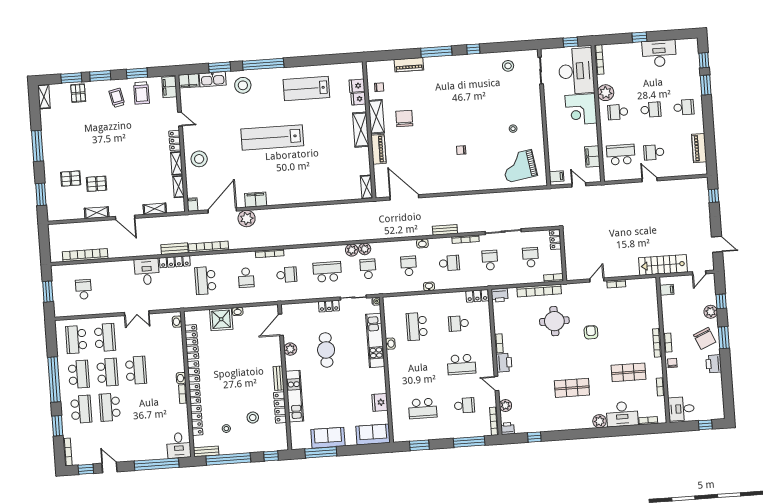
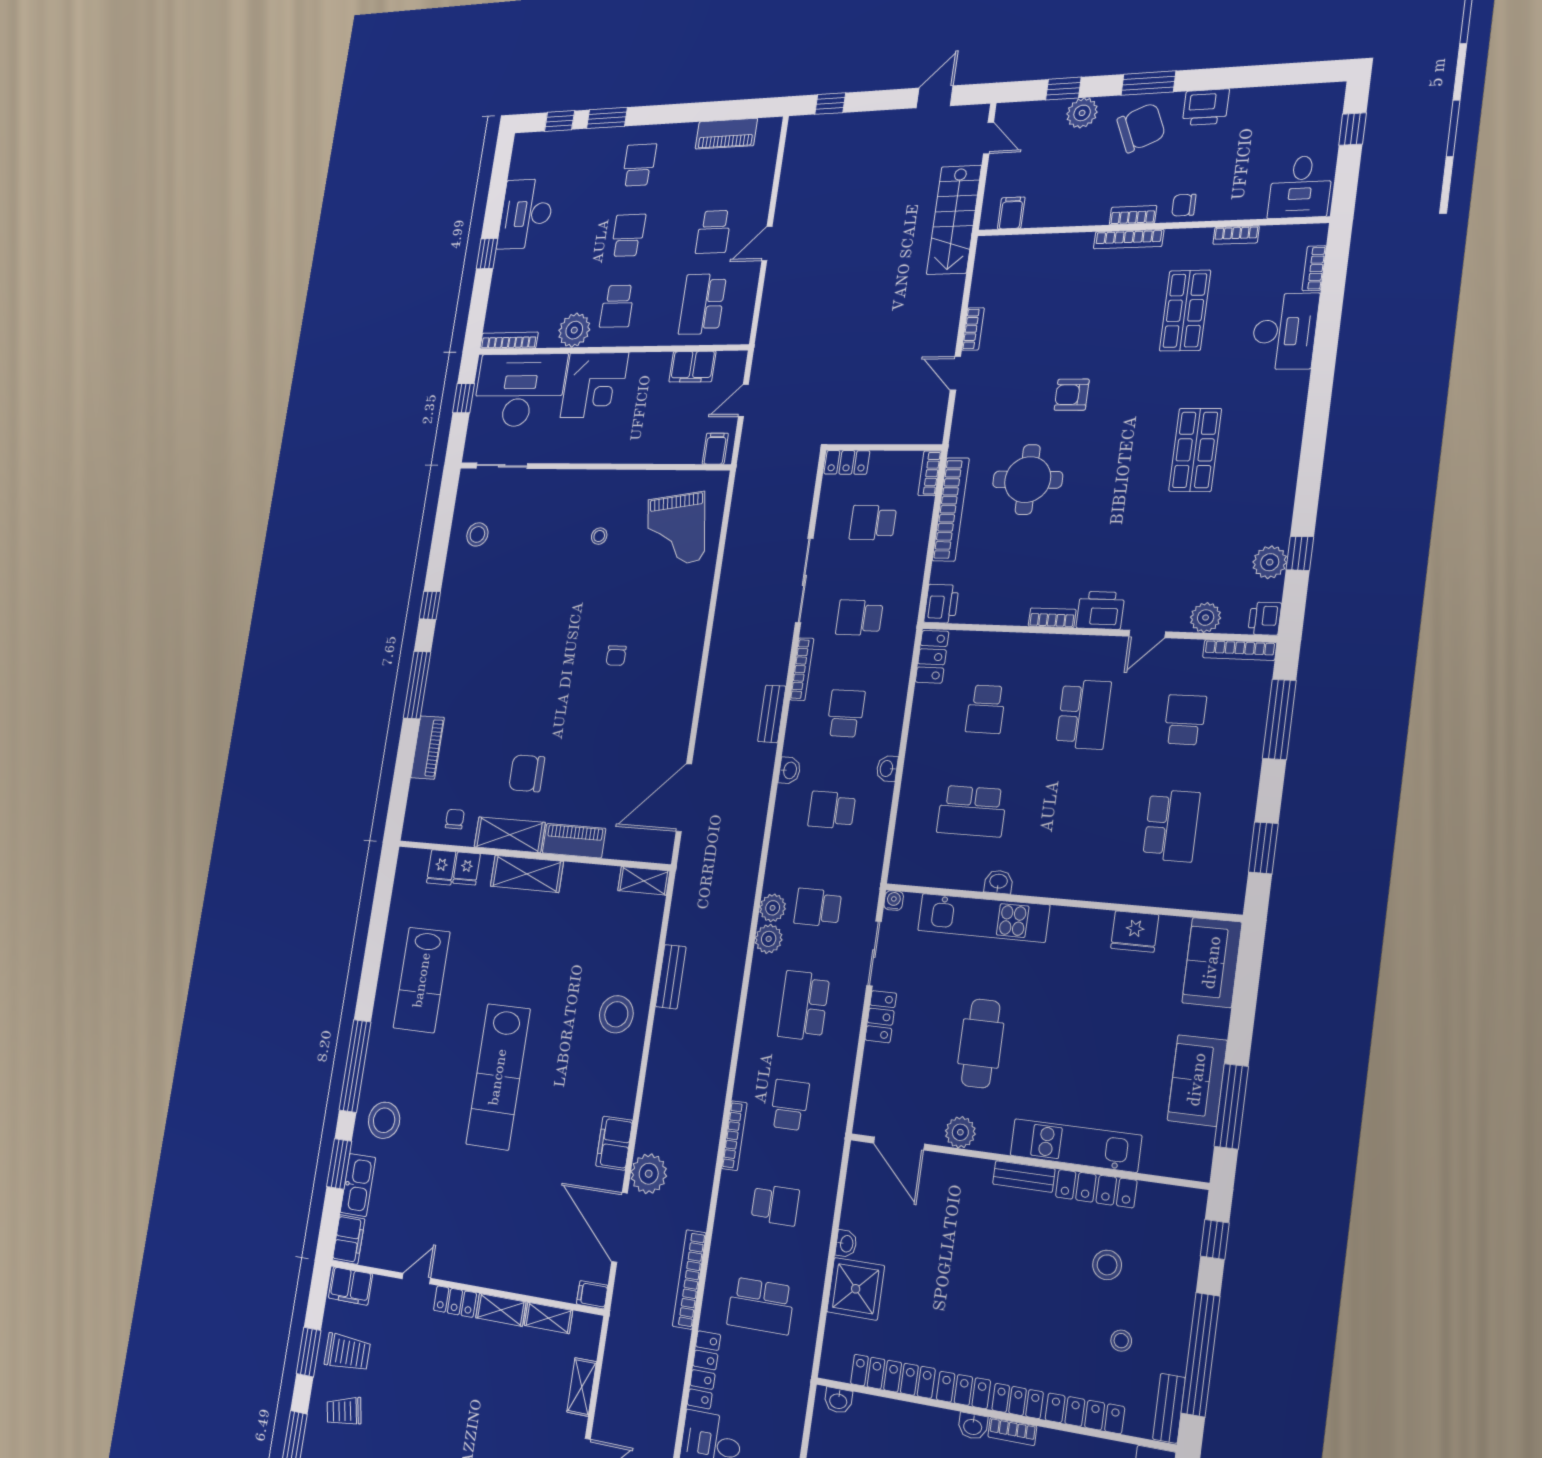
stool: (199, 159) -> (616, 1014), moved
bench: (175, 249) -> (671, 977), moved
cafe table: (326, 350) -> (981, 1043), turned 90
plant: (600, 421) -> (1270, 562), moved

